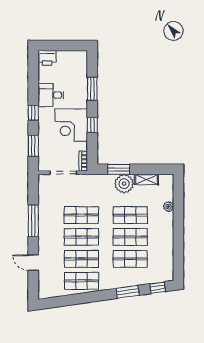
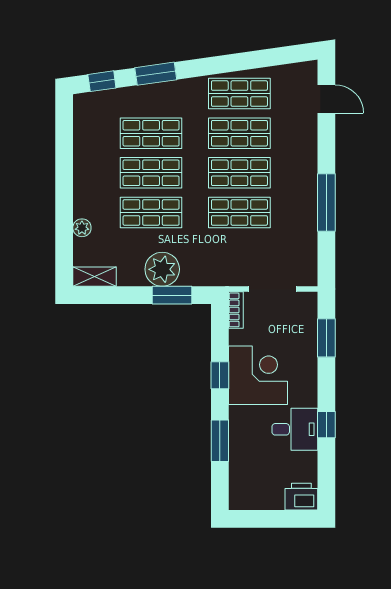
window: (33, 113) -> (326, 425), moved
shelving: (146, 180) -> (94, 277), moved
door: (33, 263) -> (326, 99), moved

